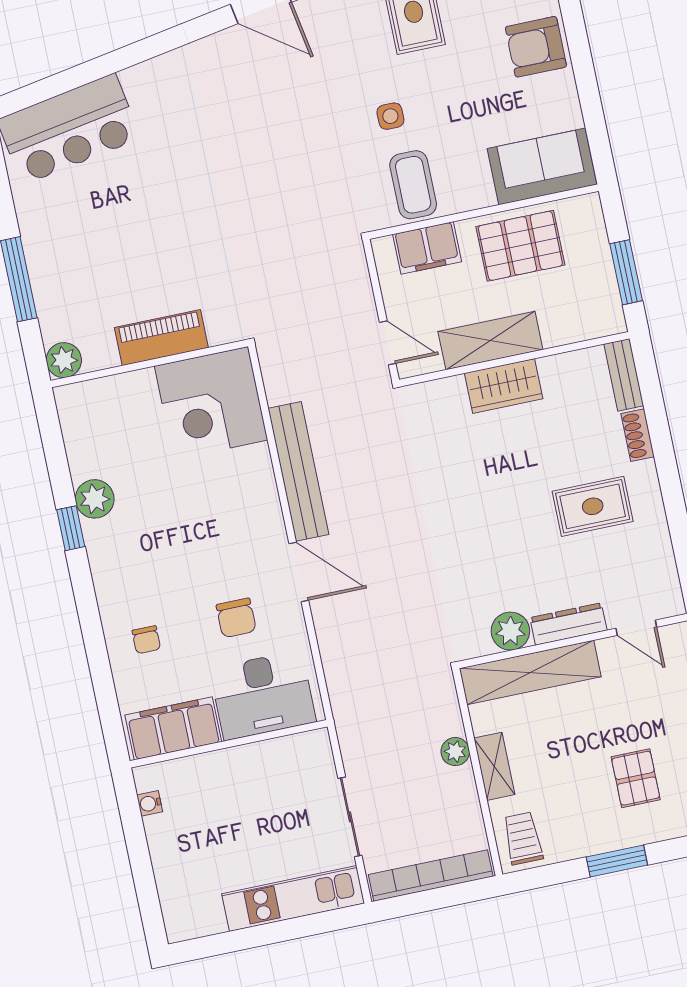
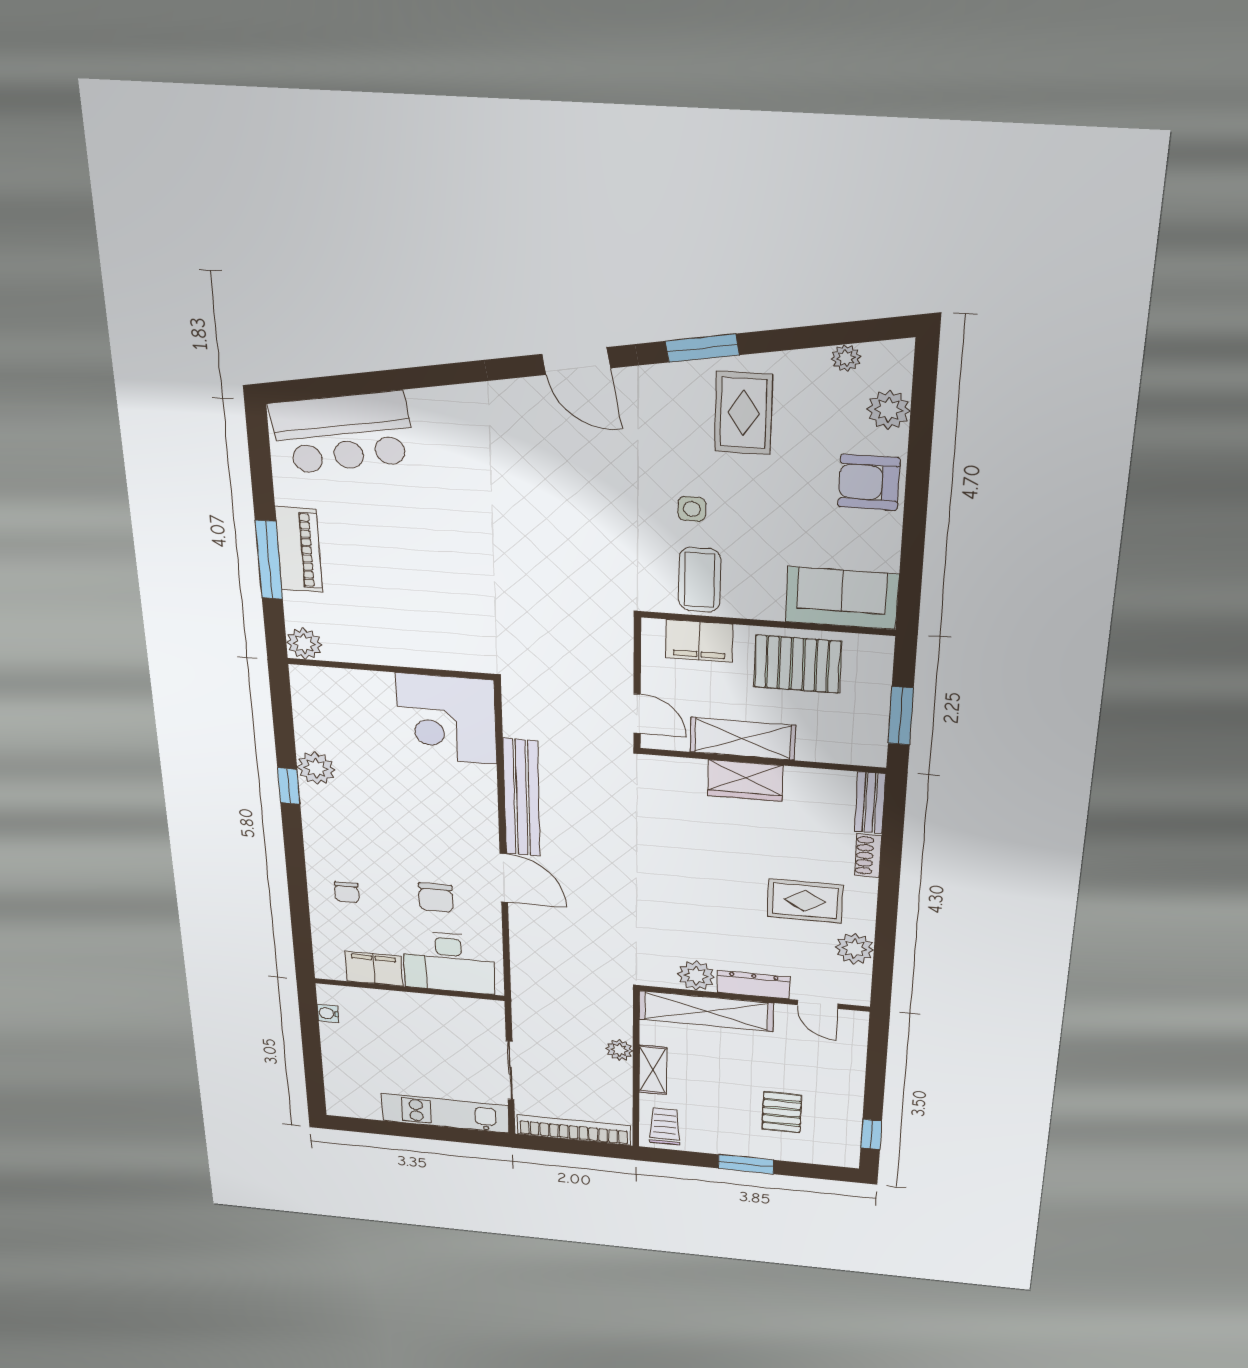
piano: (161, 338) -> (299, 550), moved, turned 90
plant: (654, 548) -> (854, 949), added
filing cabinet: (173, 728) -> (374, 969), width x0.67, depth x0.86

